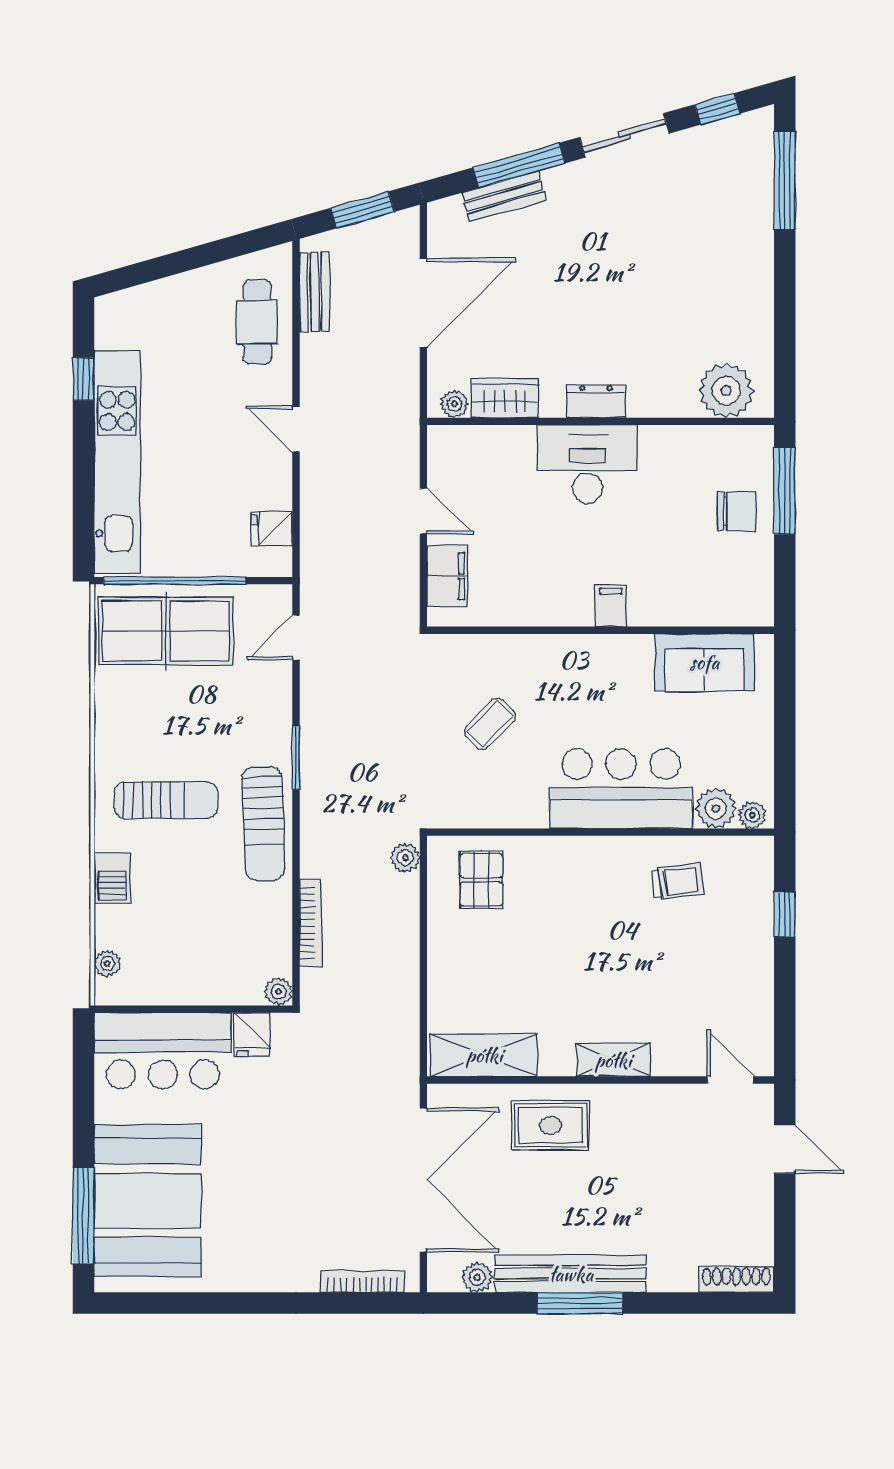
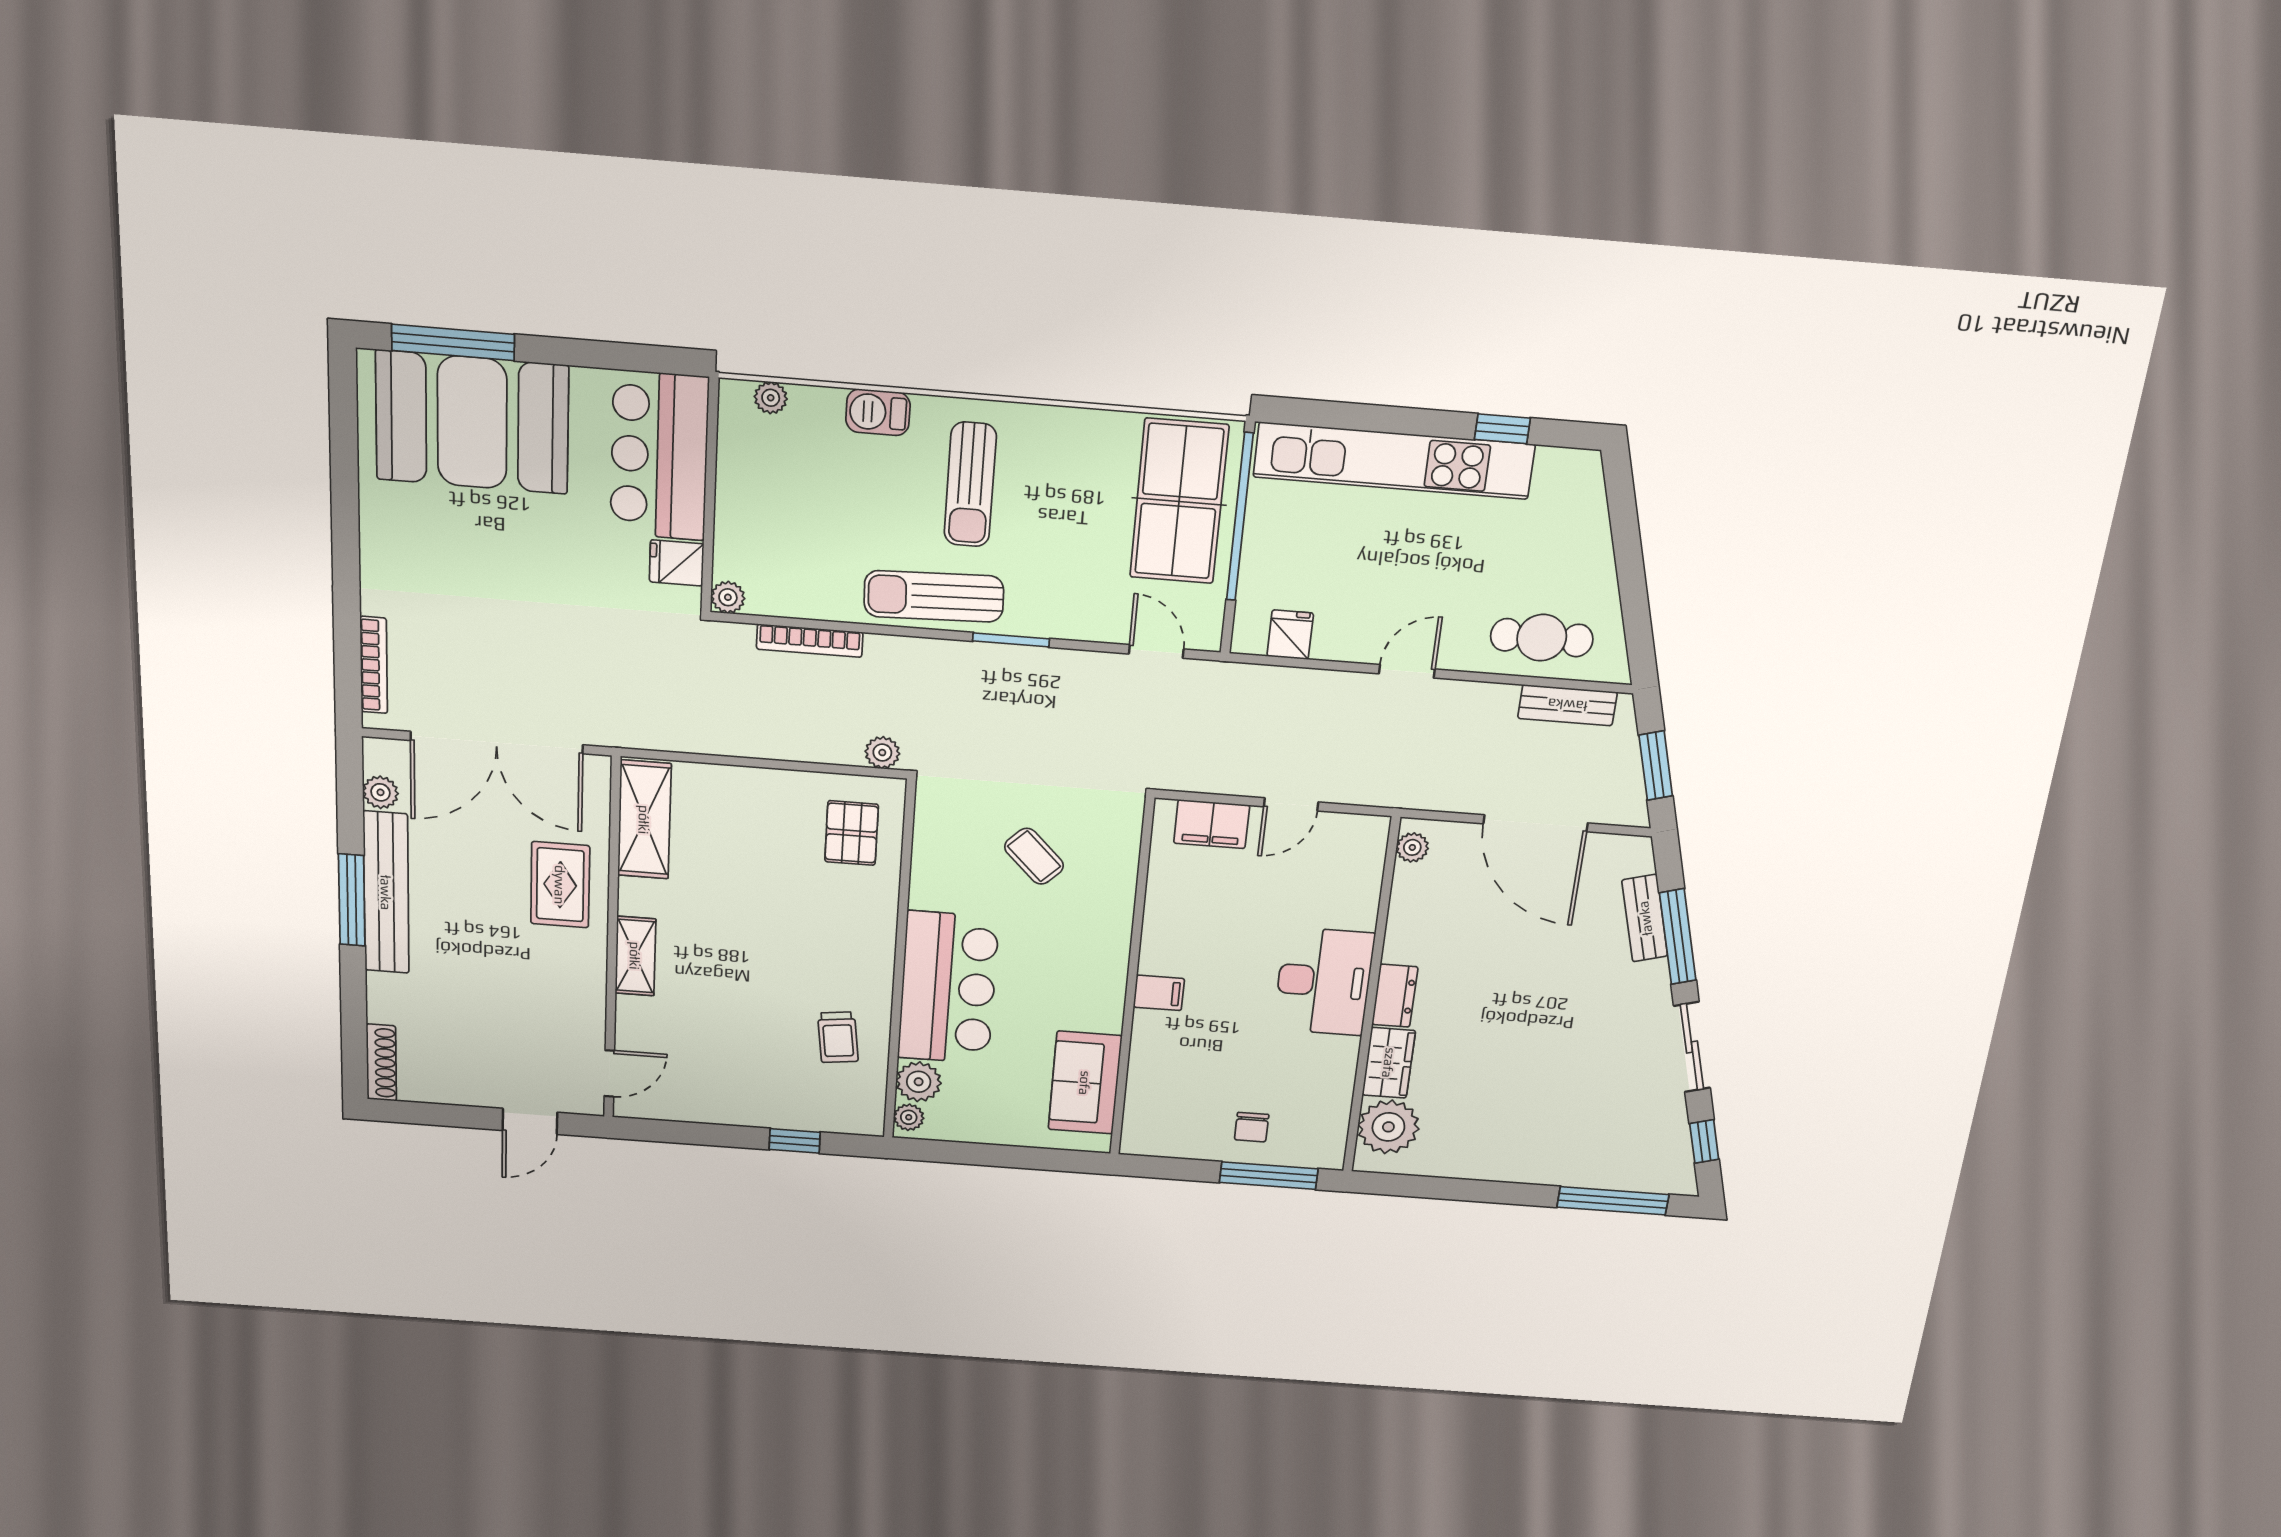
wardrobe: (505, 398) -> (1389, 1063), moved
chair: (737, 511) -> (1252, 1127), width x0.73, depth x0.73
pallet: (481, 880) -> (852, 833), turned 90

